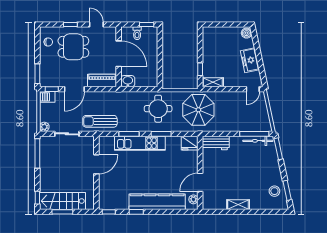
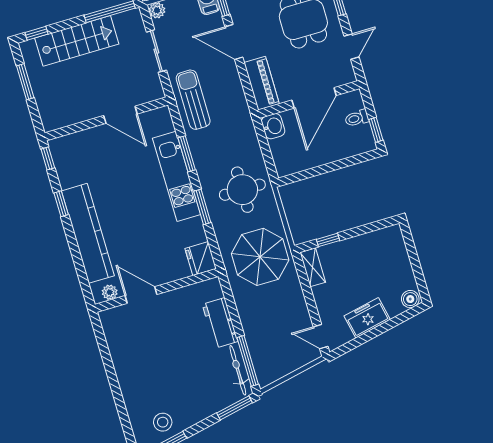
workbench: (216, 143) -> (220, 323), moved
stairs: (62, 201) -> (77, 41), moved, turned 90
shelving: (238, 205) -> (123, 368), removed

